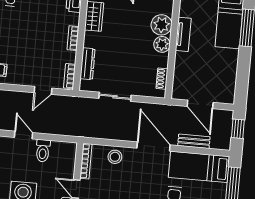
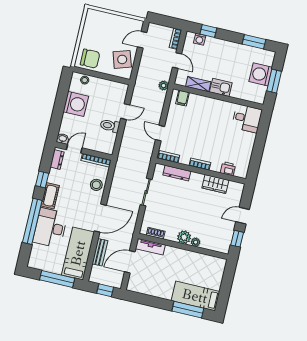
plant: (161, 25) -> (196, 242), width x0.53, depth x0.53
tv unit: (183, 34) -> (150, 247), moved

